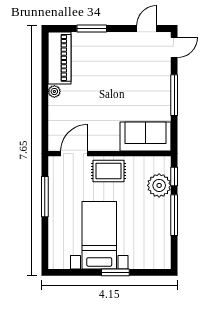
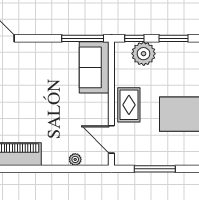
plant: (54, 91) -> (75, 159), moved
window: (174, 95) -> (83, 38), moved
window: (174, 215) -> (174, 38), width x0.69

